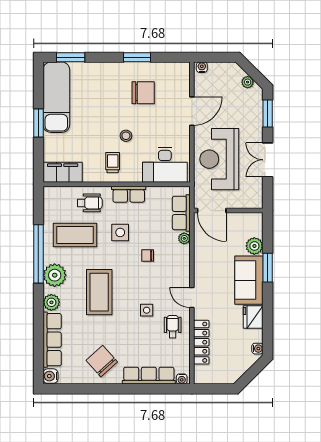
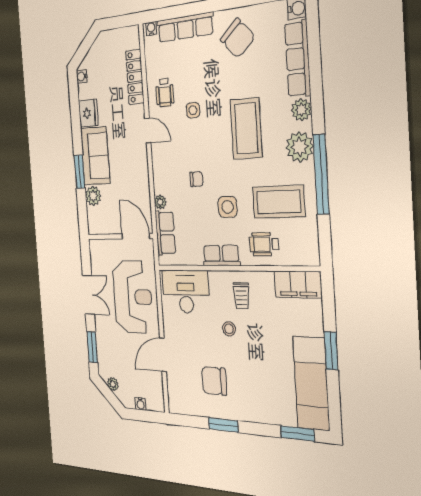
water cooler: (202, 67) -> (141, 404), moved

